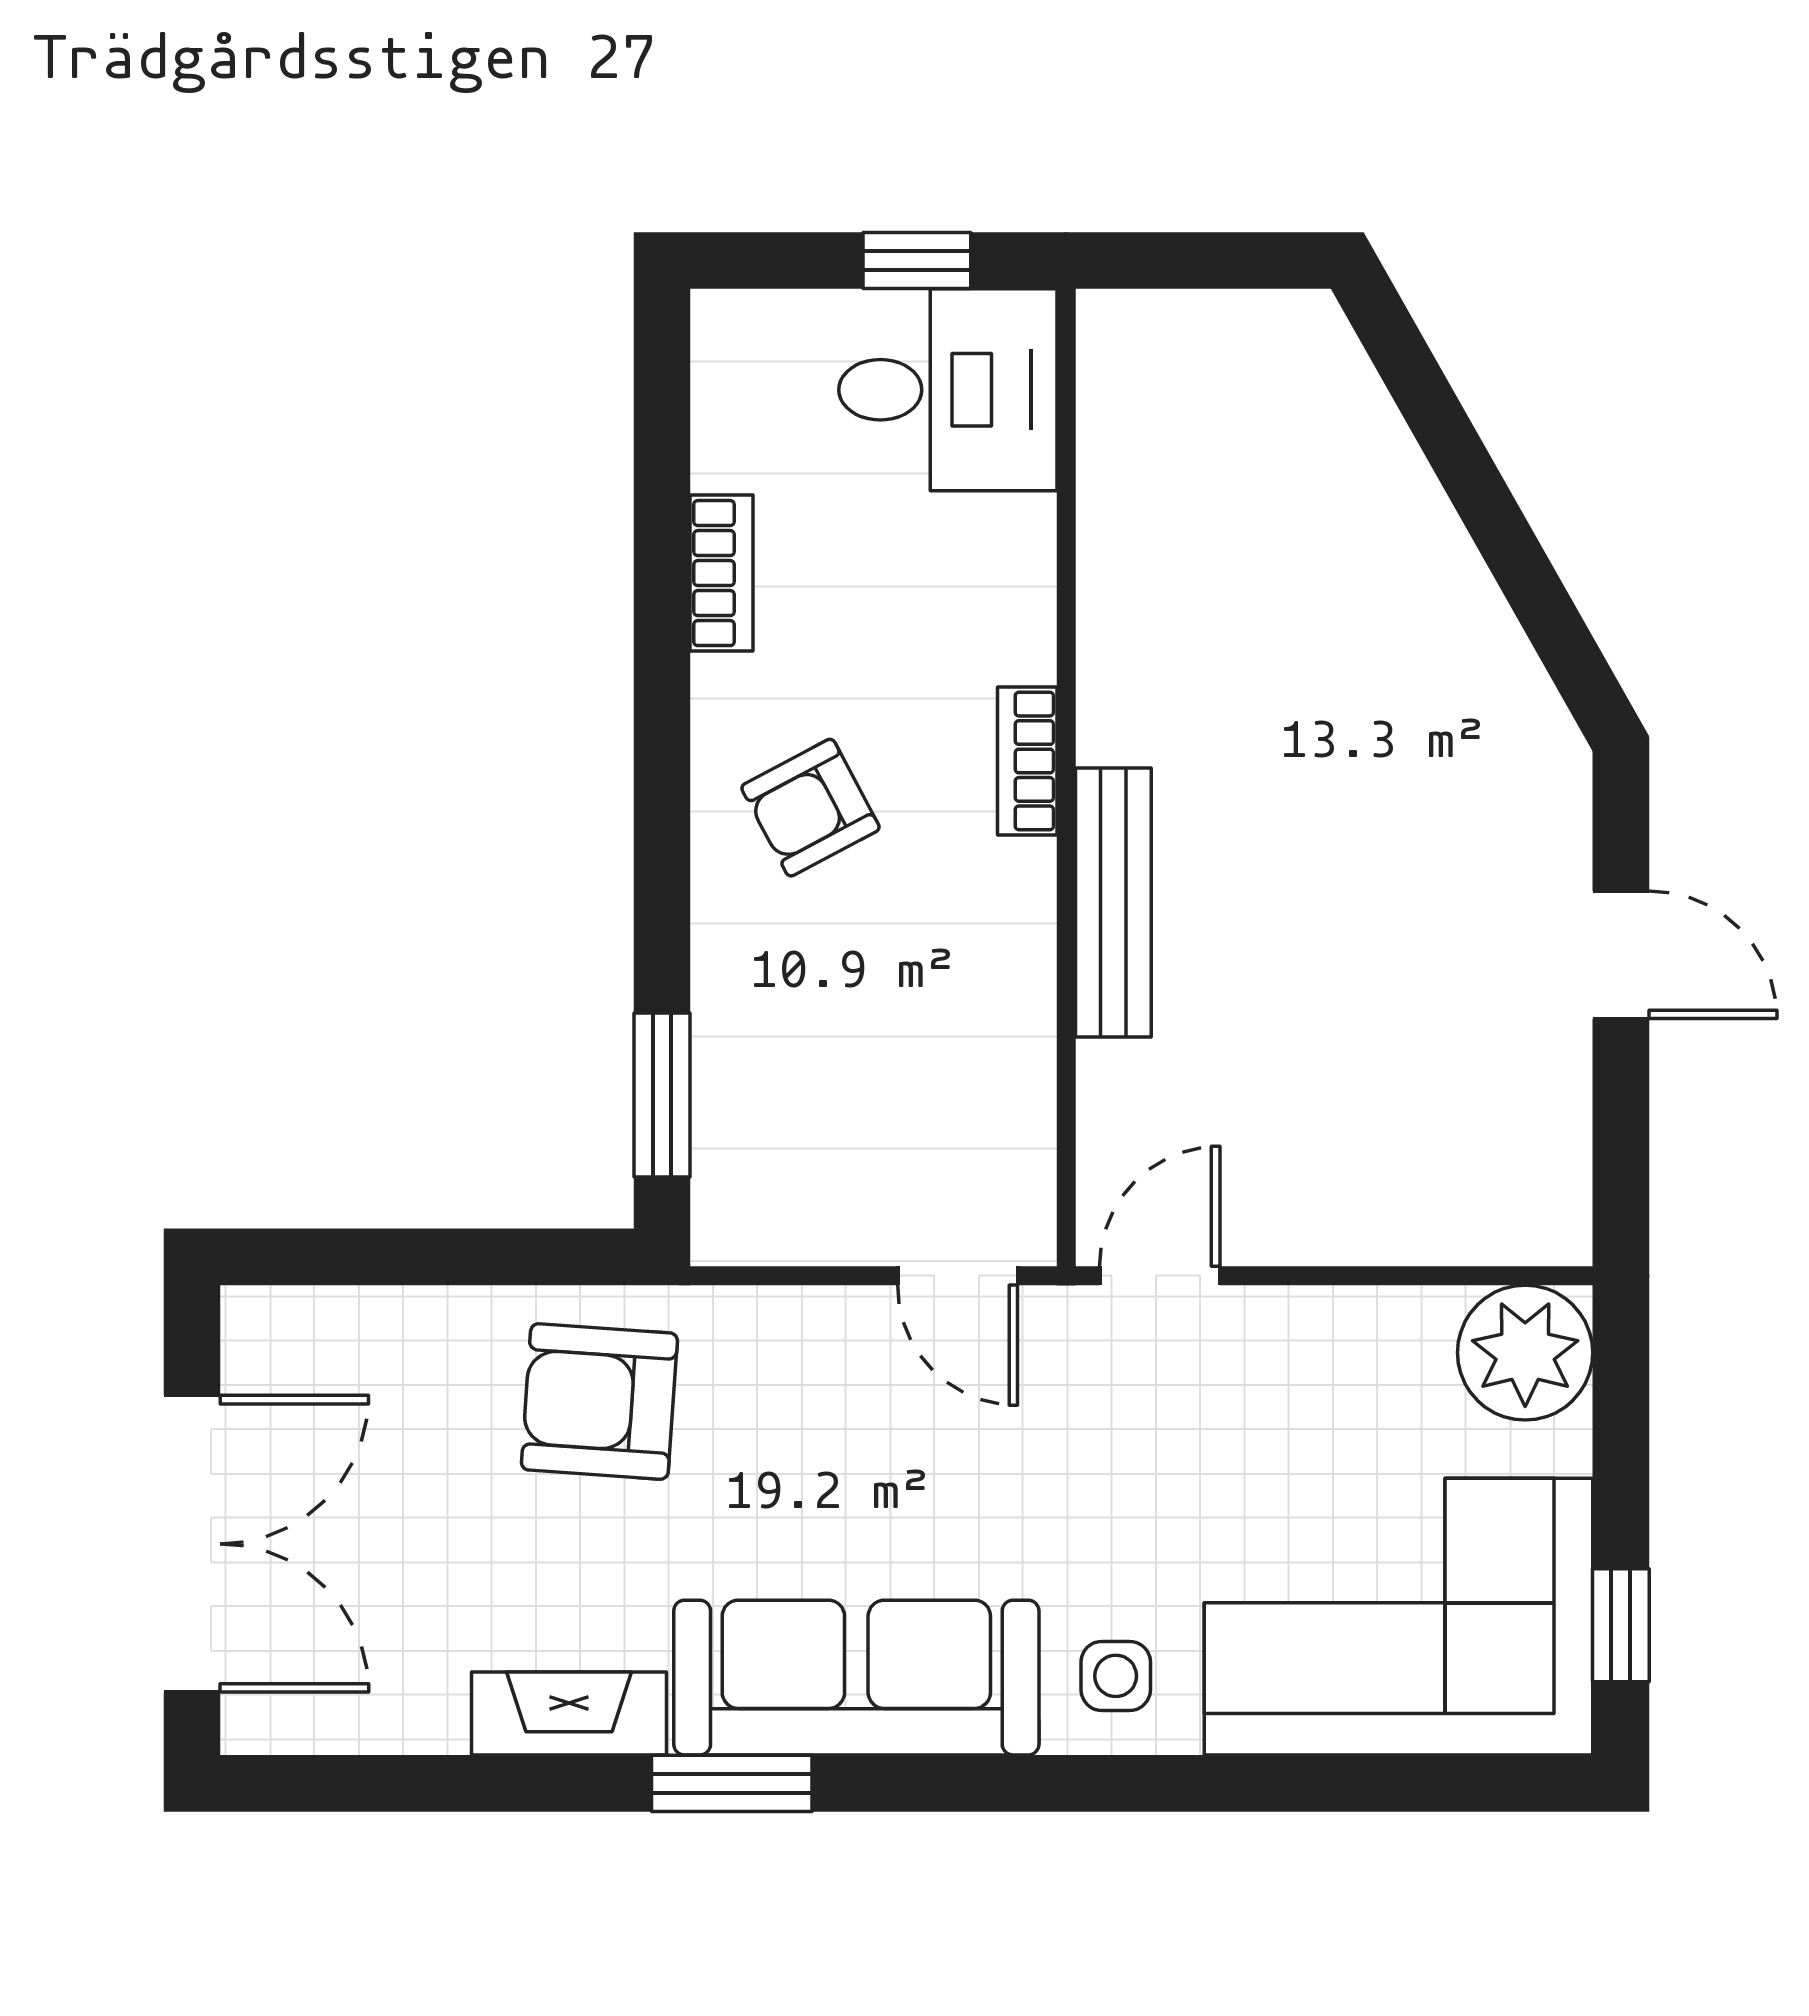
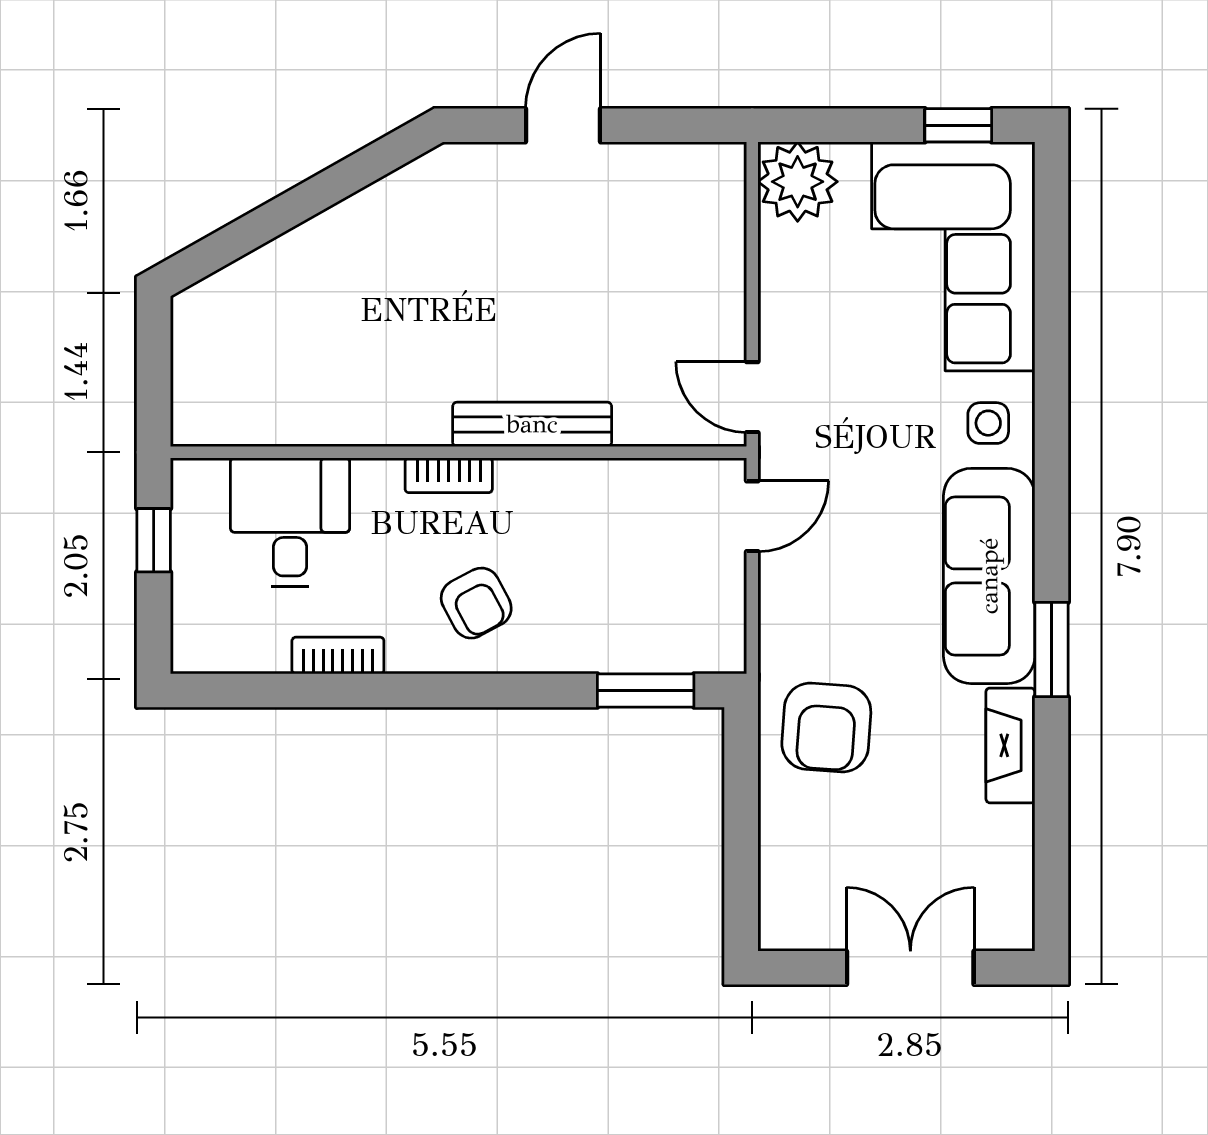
desk: (948, 390) -> (290, 522), moved
double door: (192, 1544) -> (910, 968), width x0.73

